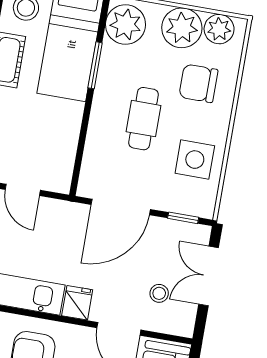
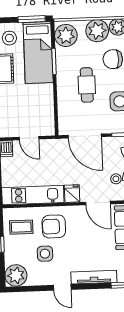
door: (121, 207) -> (85, 136), hinge flipped

